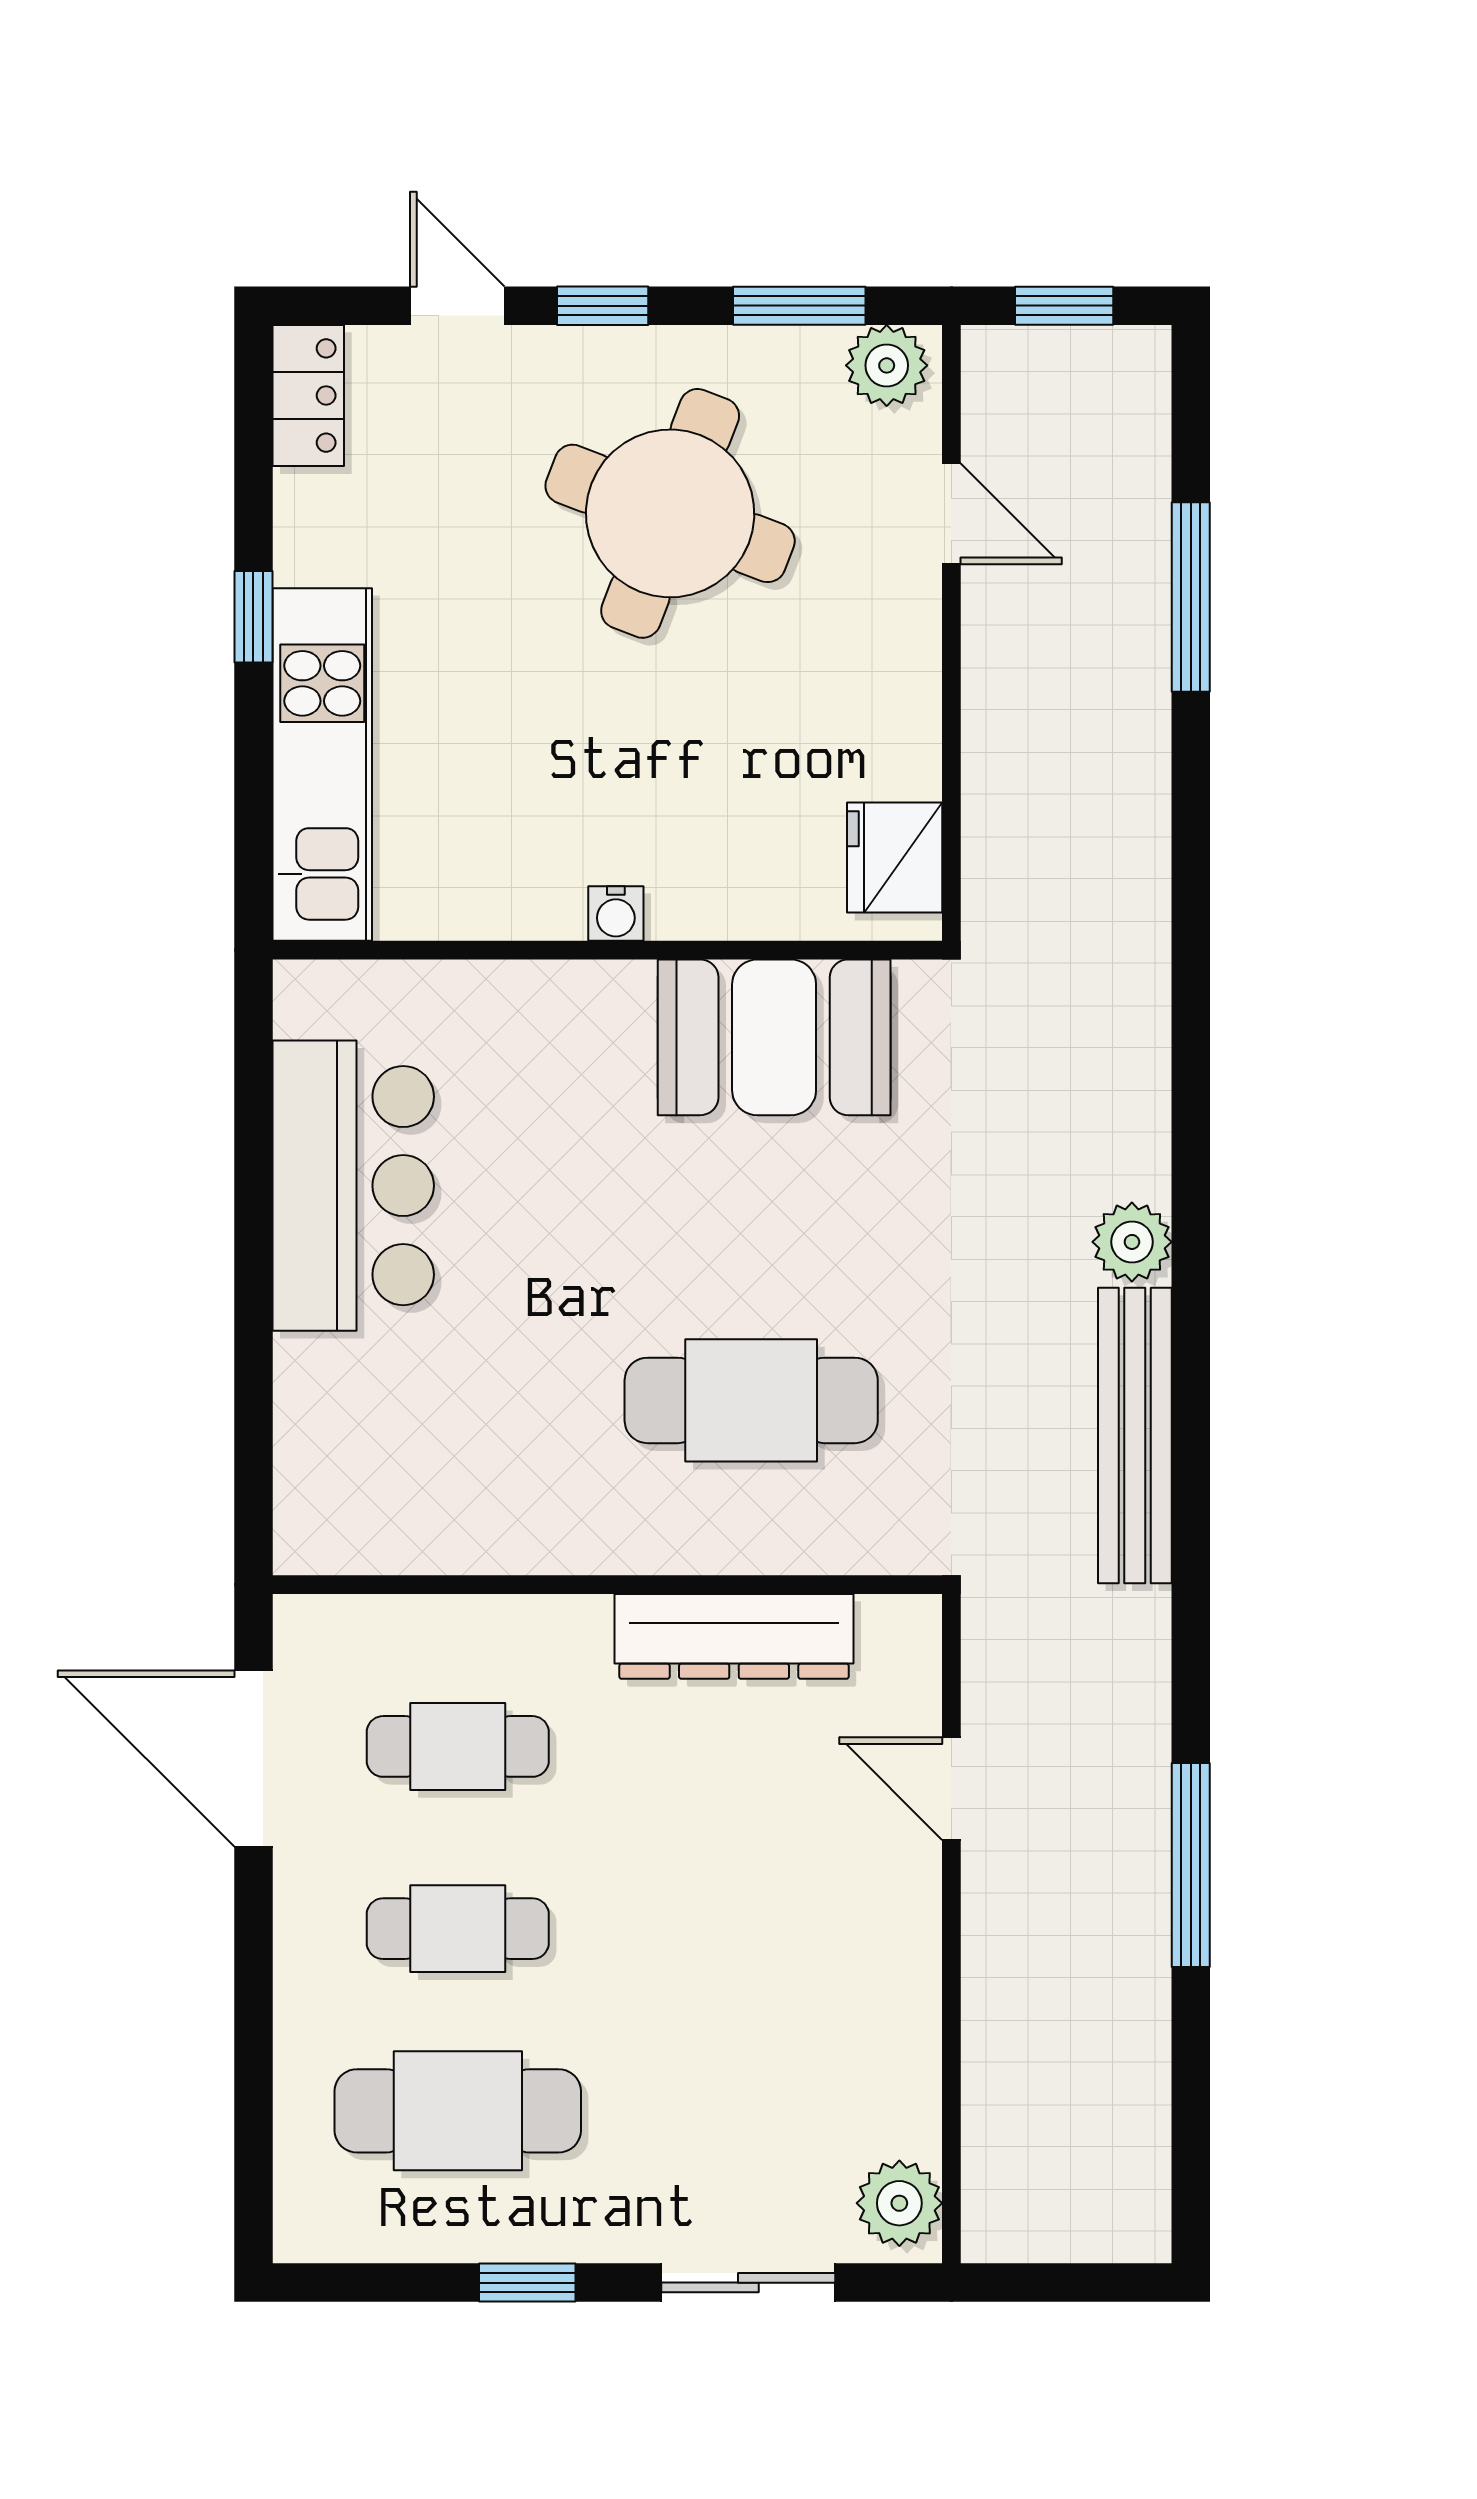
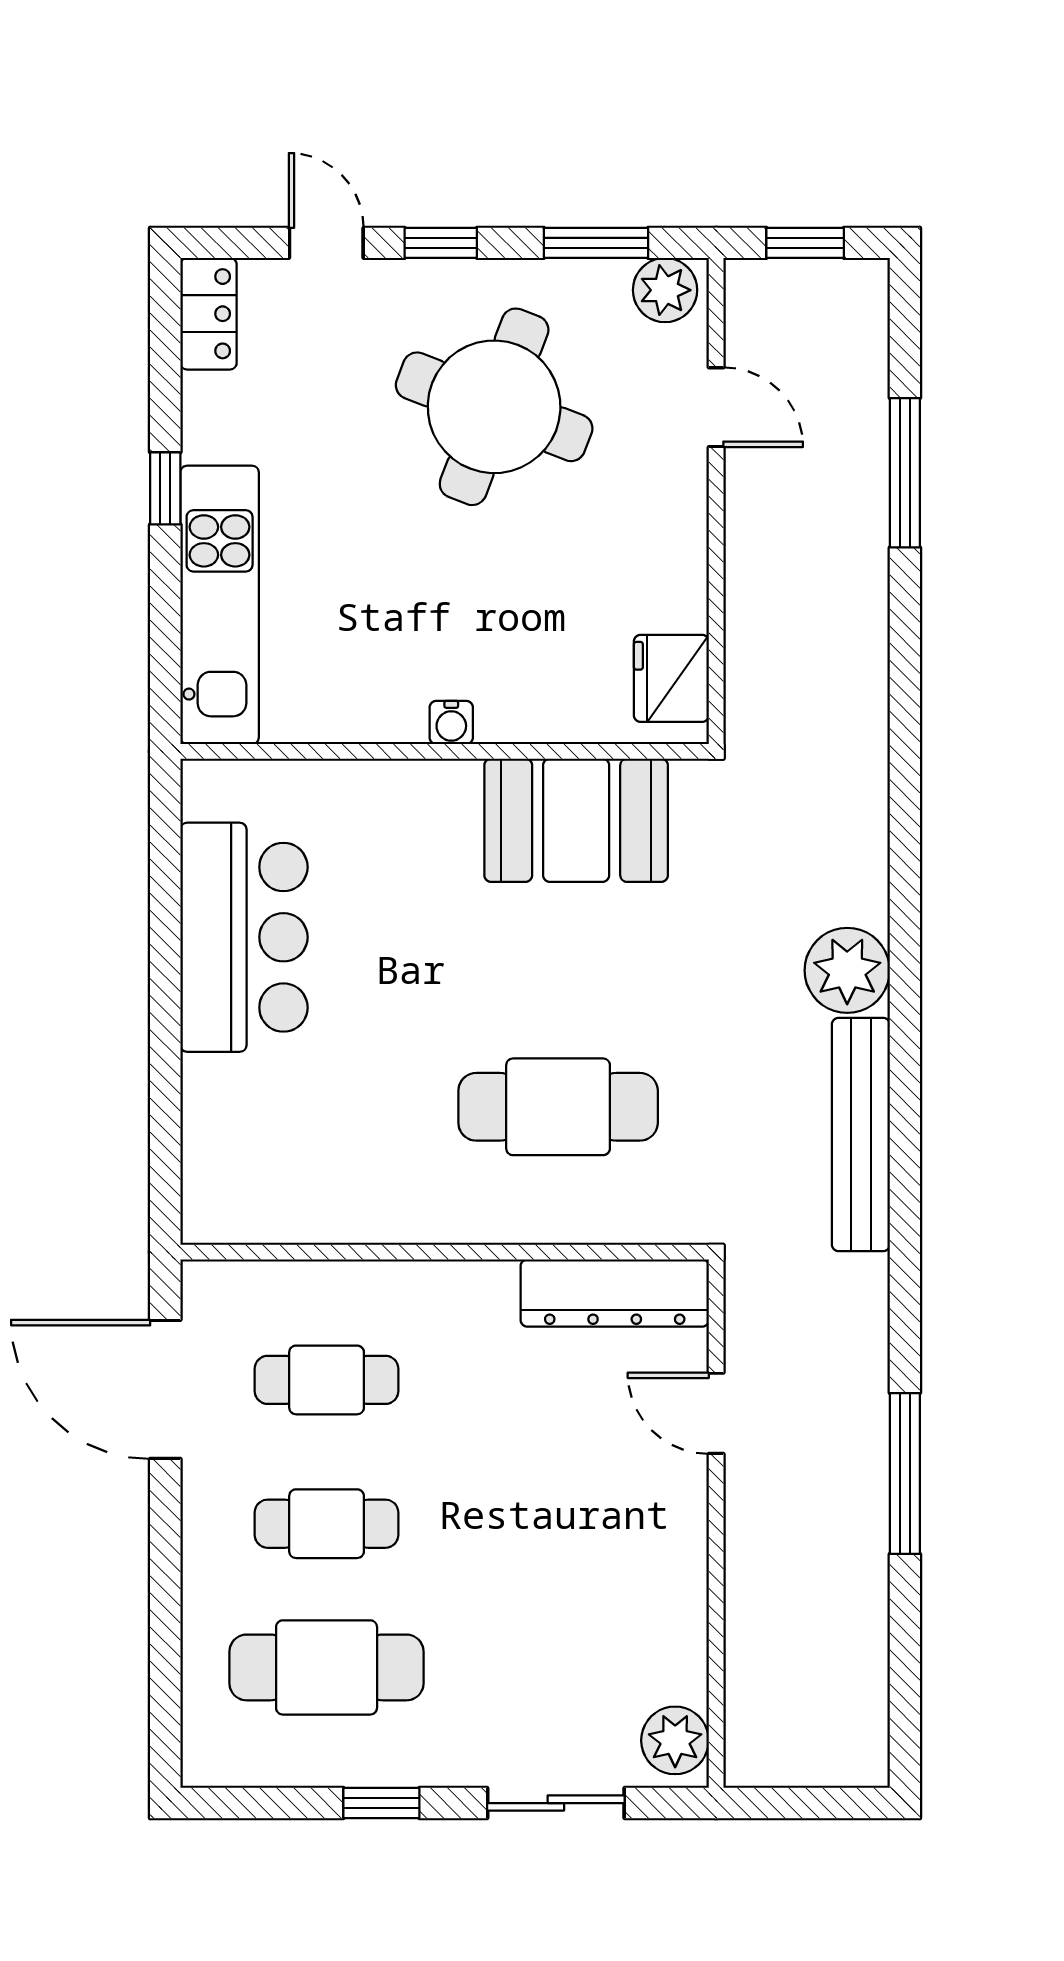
plant: (1132, 1242) -> (847, 970), width x1.36, depth x1.36
dresser: (734, 1636) -> (615, 1293), moved

